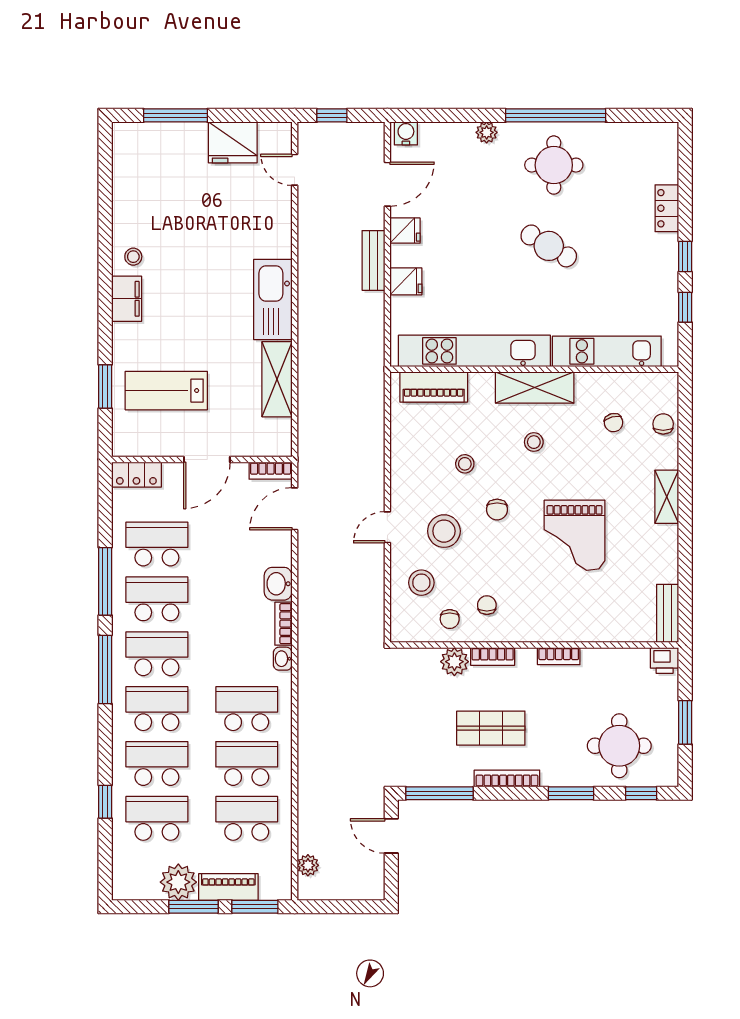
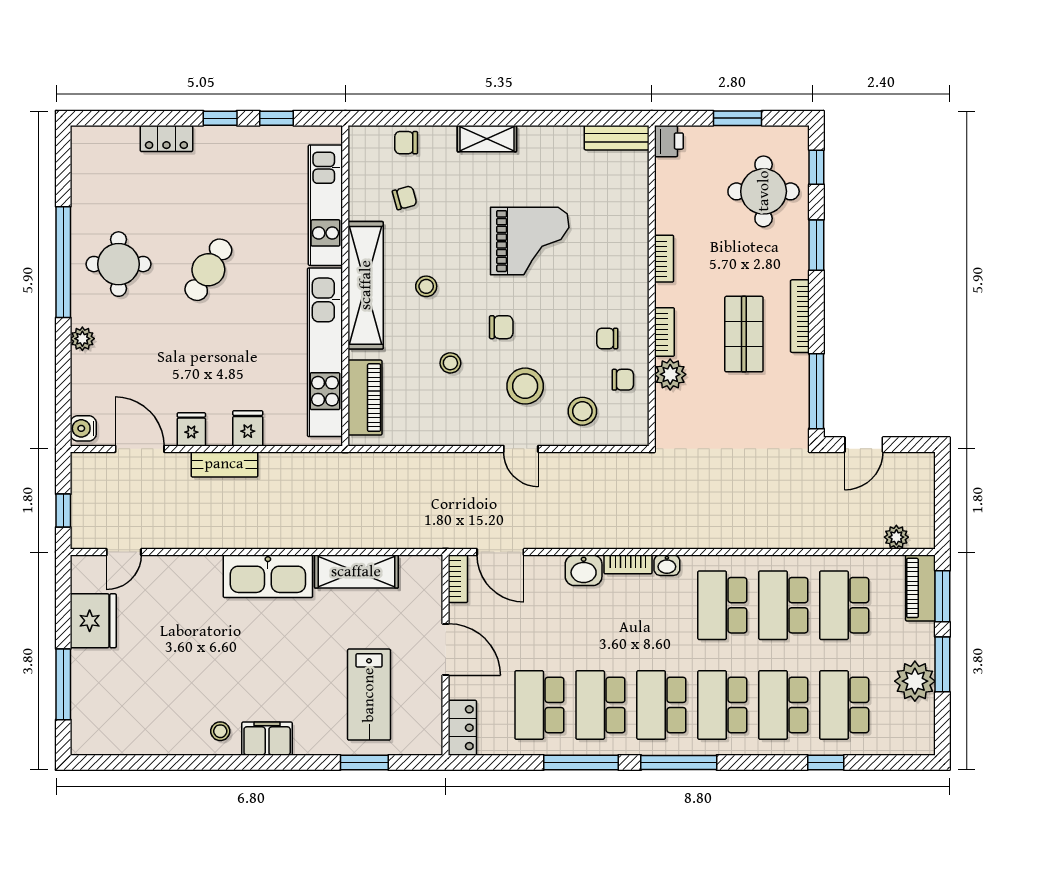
shelving: (535, 387) -> (366, 285), width x1.47
piano: (228, 887) -> (920, 588), moved

